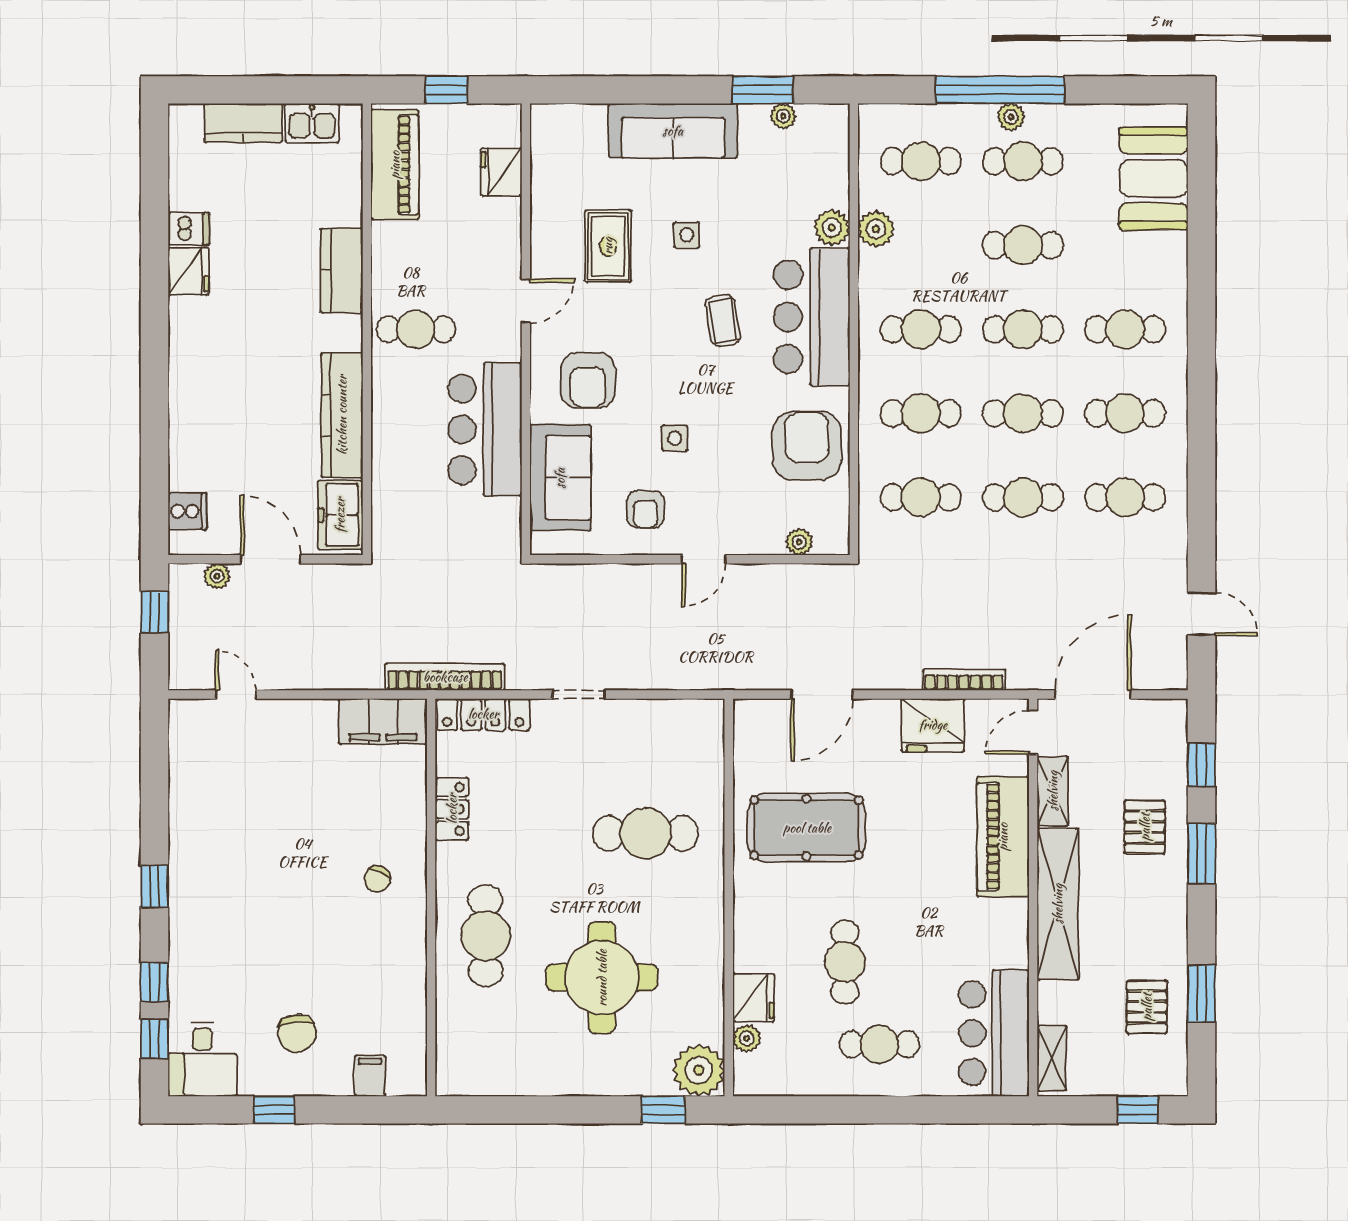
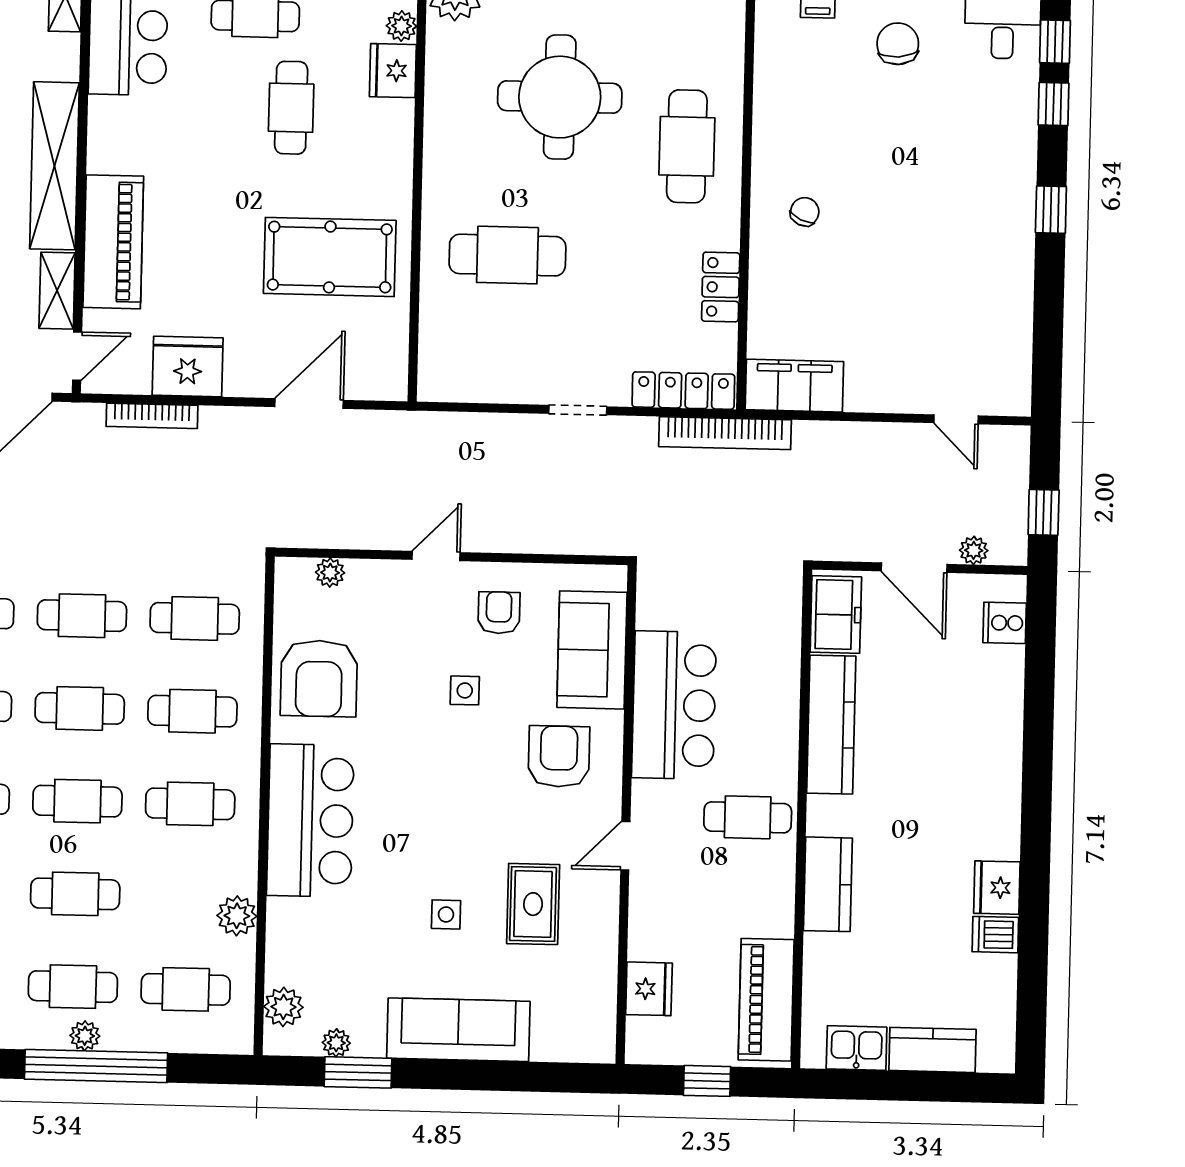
plant: (832, 228) -> (283, 1007), moved
coffee table: (723, 321) -> (408, 819), removed

